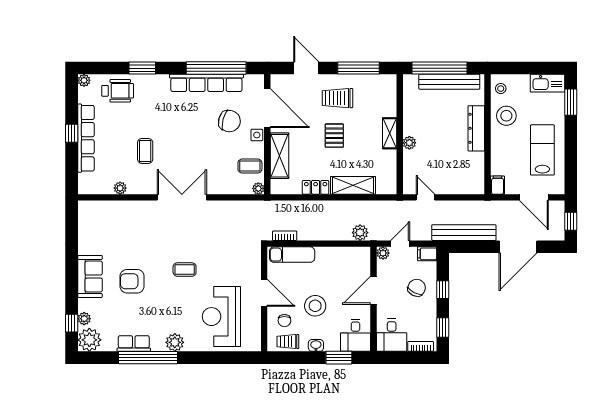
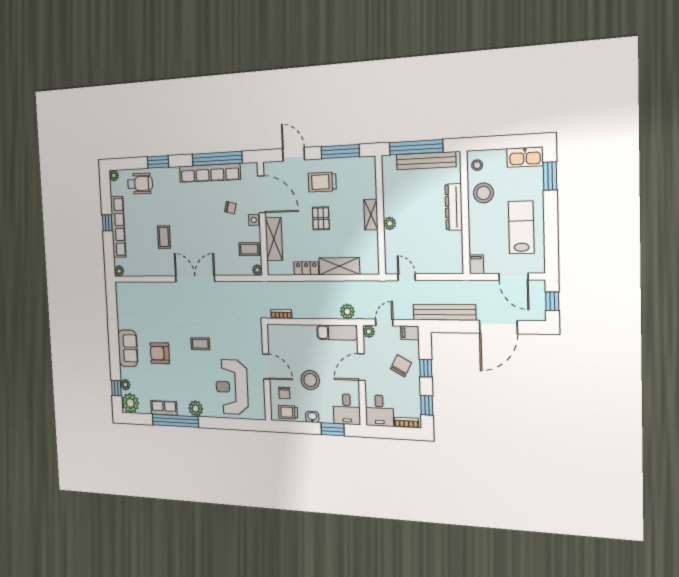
chair: (229, 121) -> (230, 208), width x0.54, depth x0.54
plant: (120, 188) -> (119, 271), moved
exam couch: (292, 255) -> (337, 332), moved

